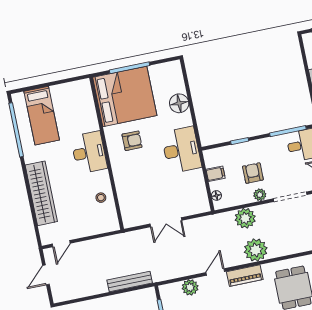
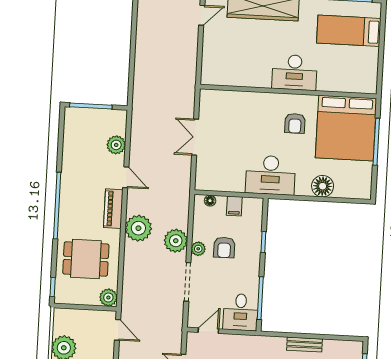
armchair: (253, 173) -> (224, 247), turned 90
stool: (101, 198) -> (241, 72), removed
plant: (245, 218) -> (176, 241), moved
door: (61, 244) -> (202, 15), swing flipped
bench: (130, 282) -> (140, 80), removed

